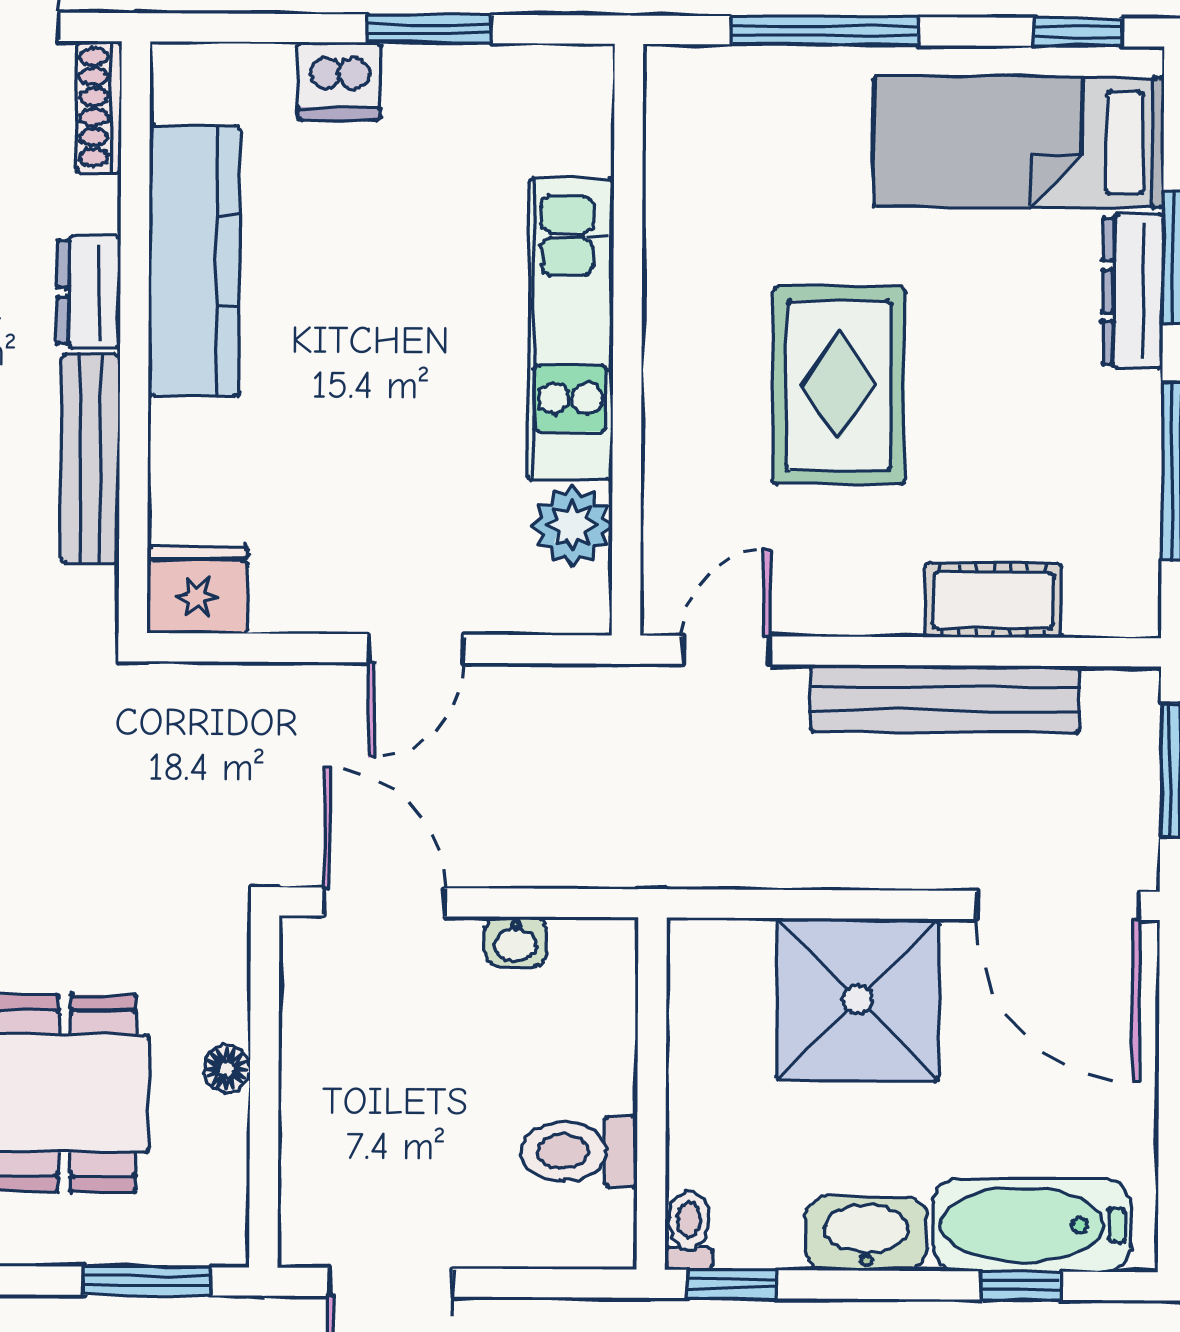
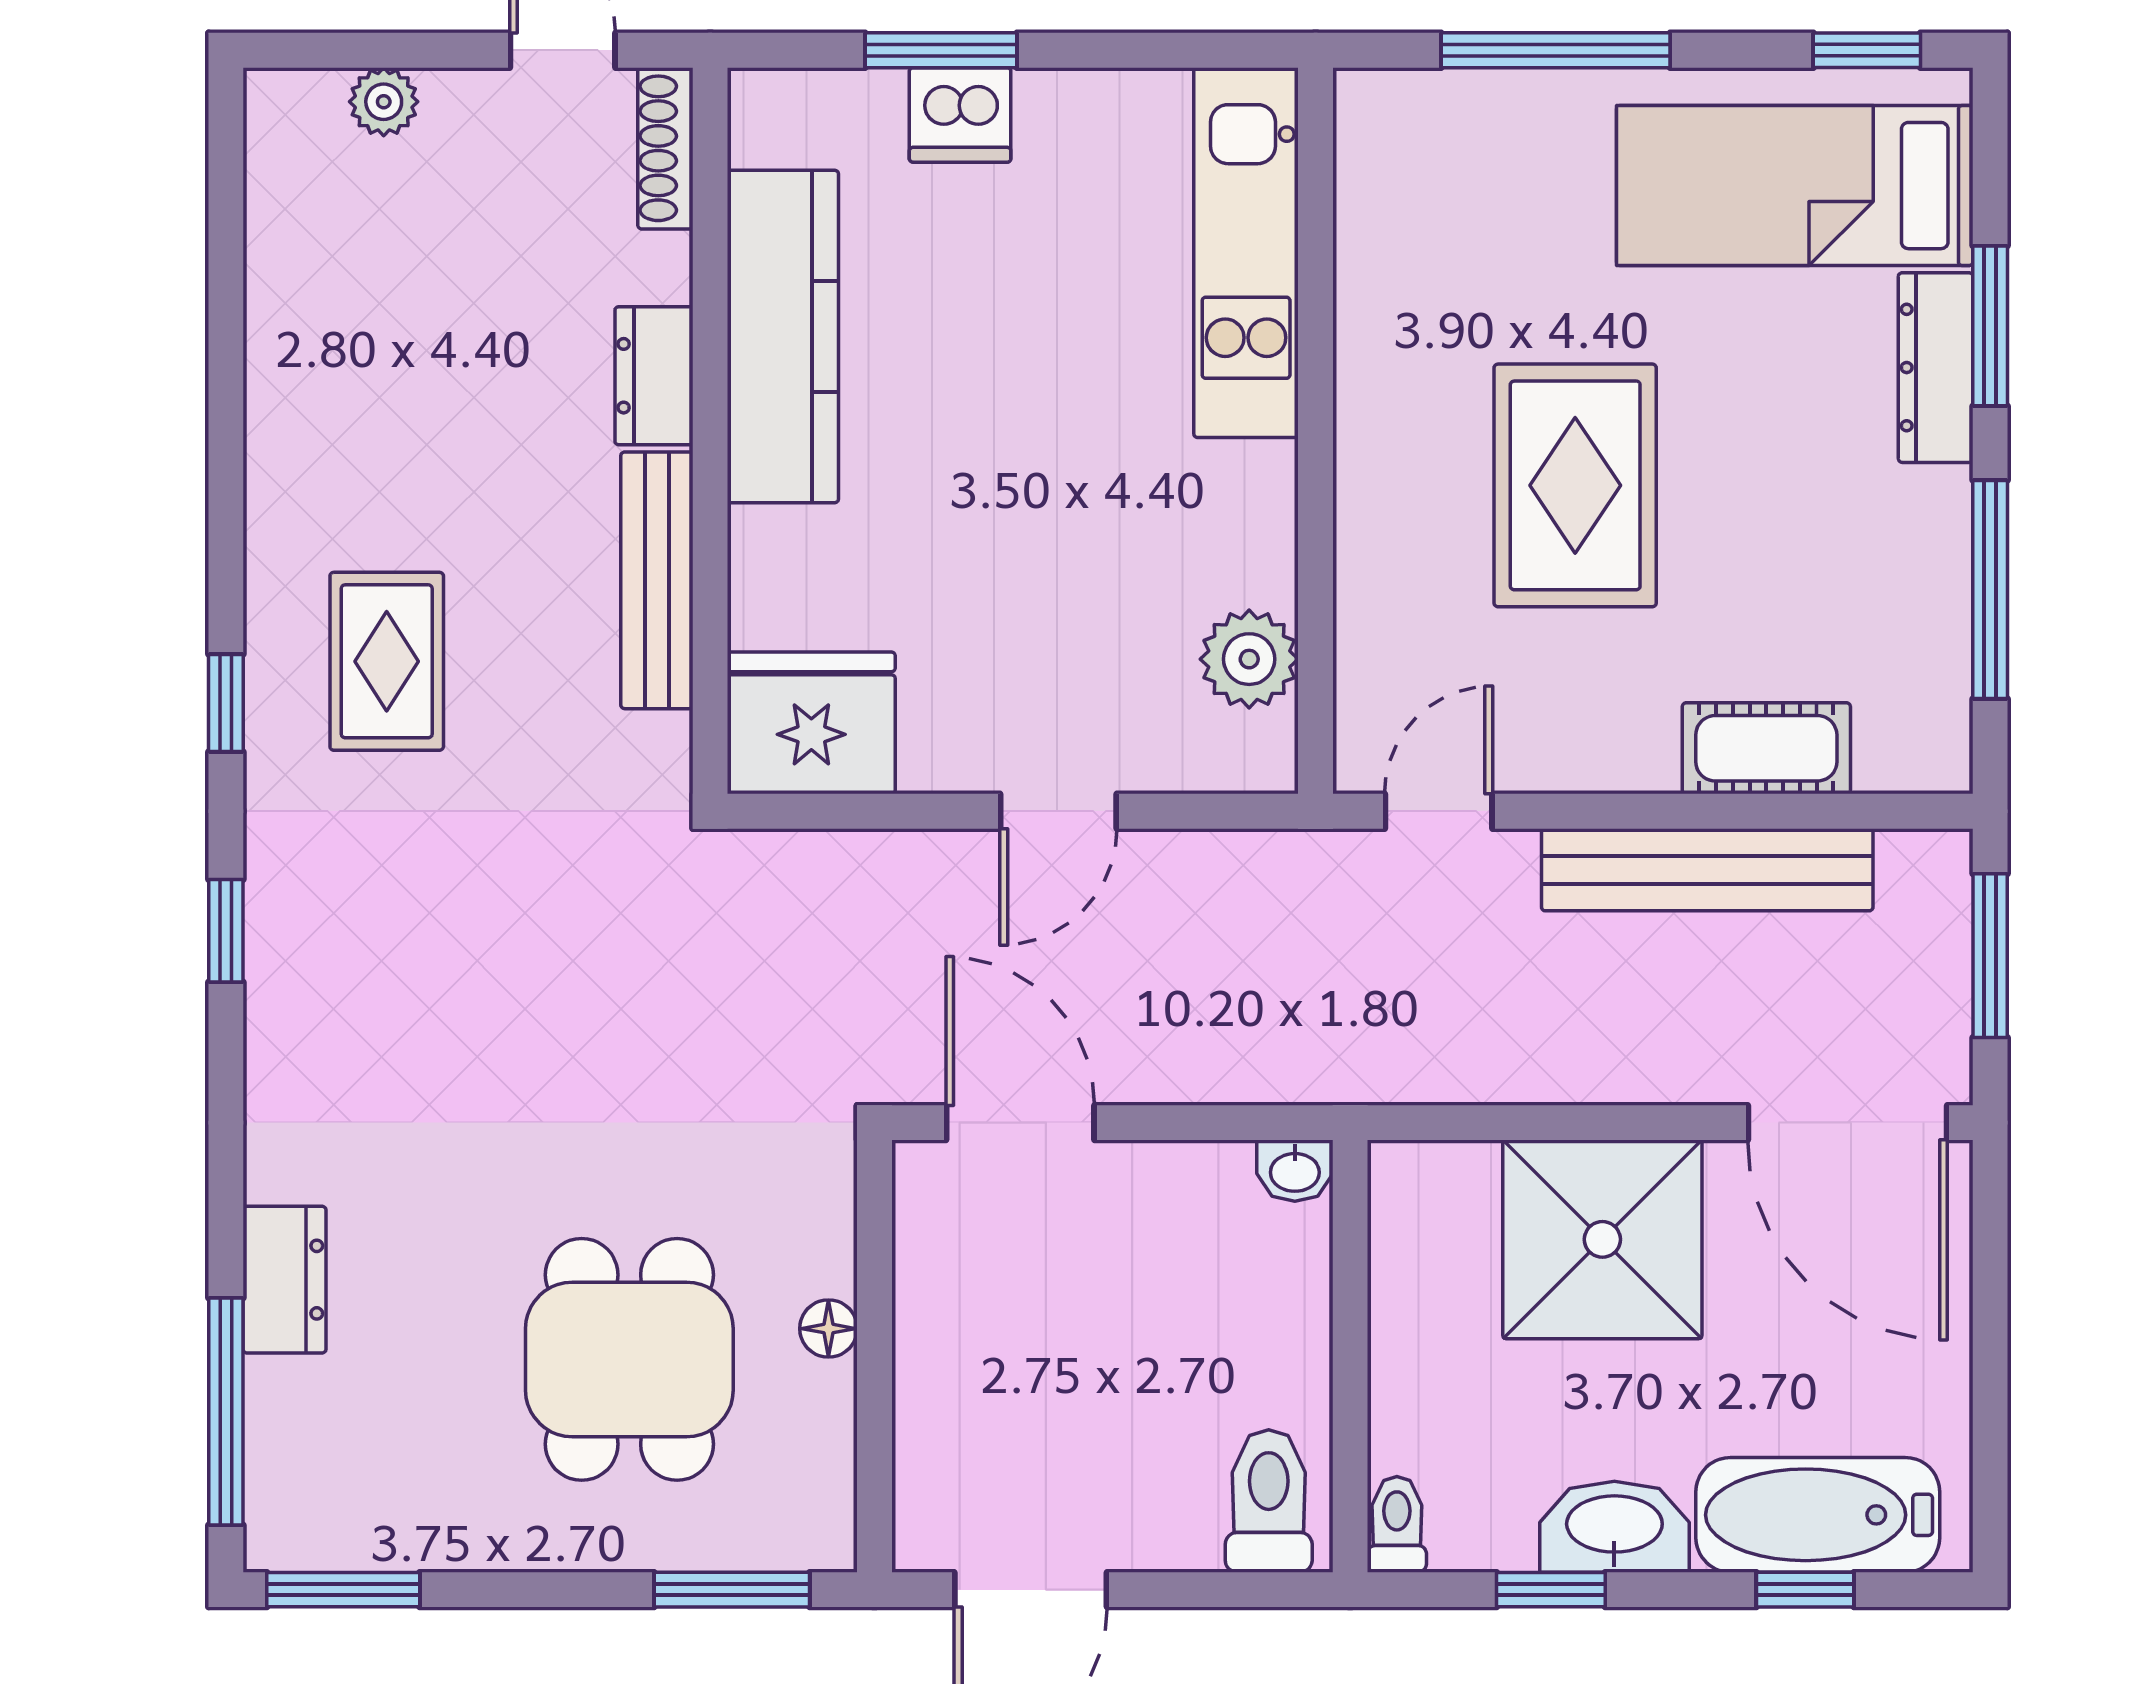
window: (429, 29) -> (941, 50), moved
kitchen unit: (571, 329) -> (1246, 253), moved
fridge: (197, 590) -> (811, 723), width x1.36, depth x1.34
washbasin: (516, 942) -> (1295, 1171), moved
toilet: (579, 1151) -> (1269, 1501), moved, turned 90
window: (732, 1284) -> (1551, 1590), moved

